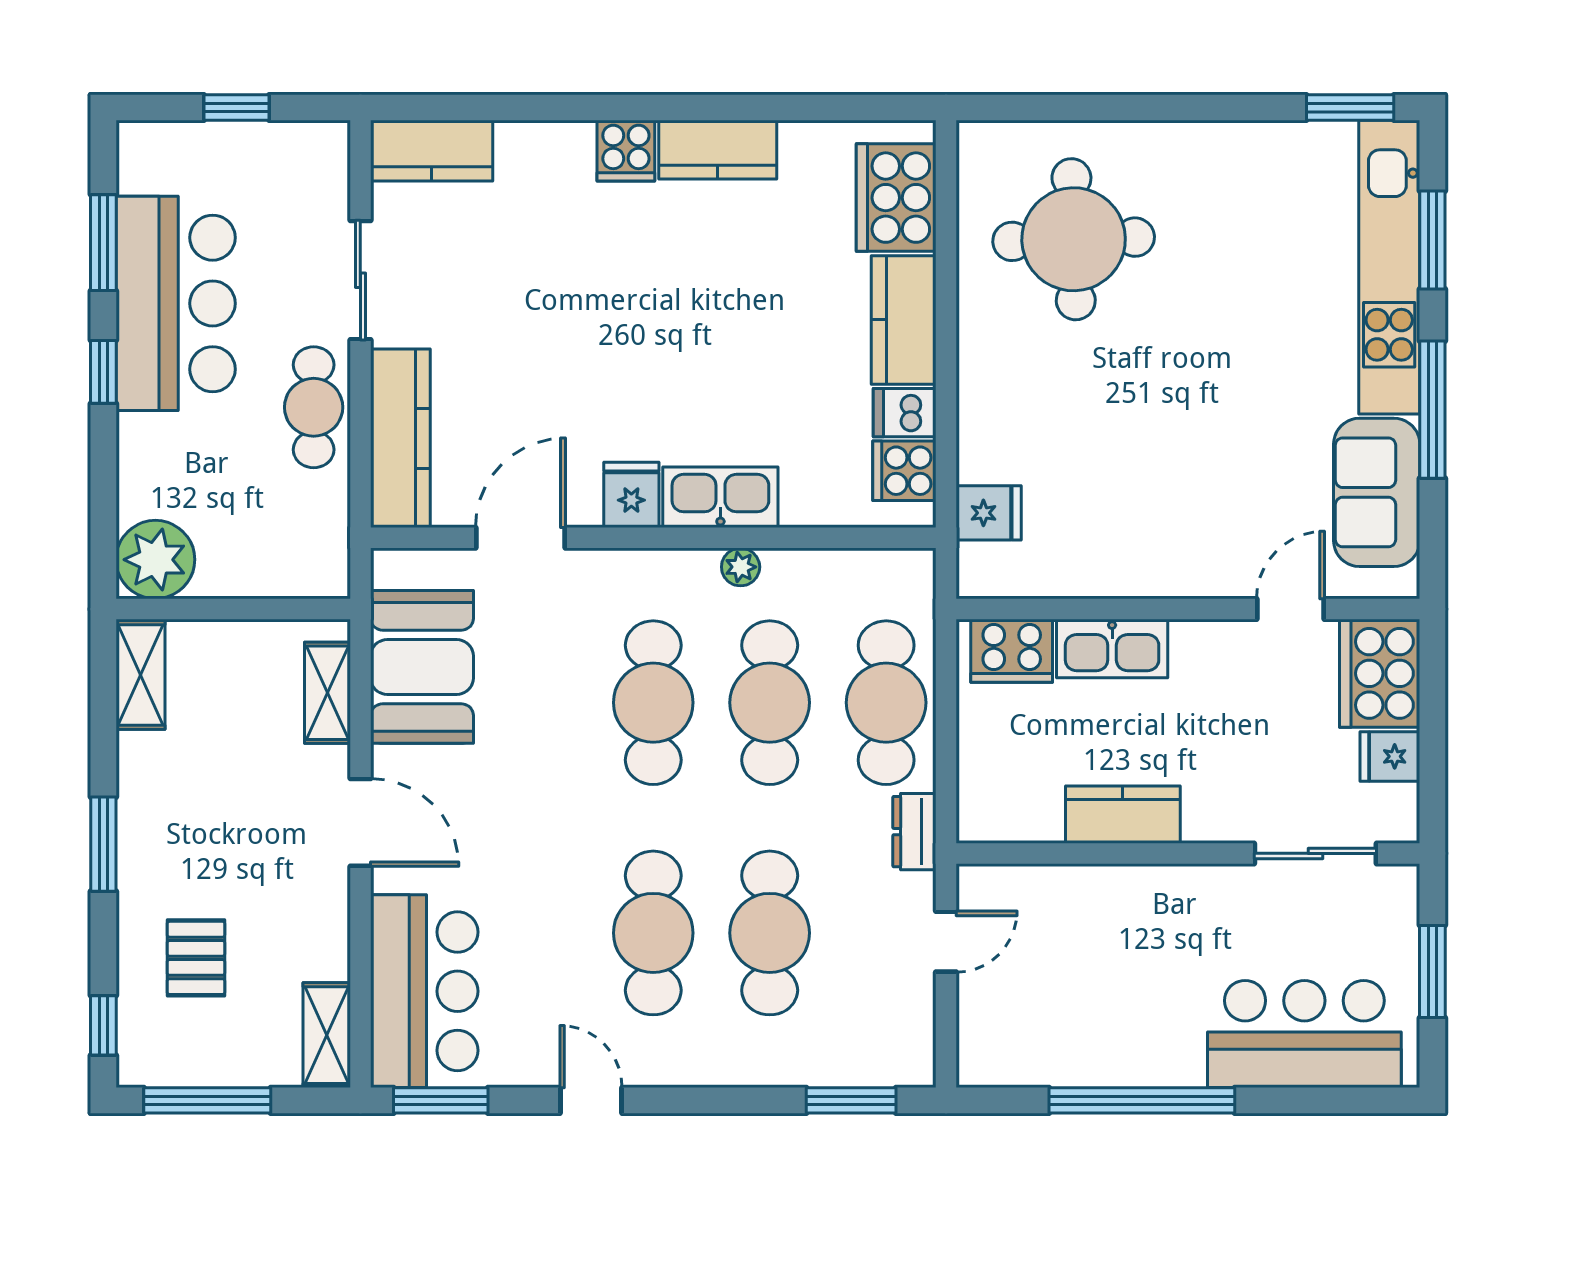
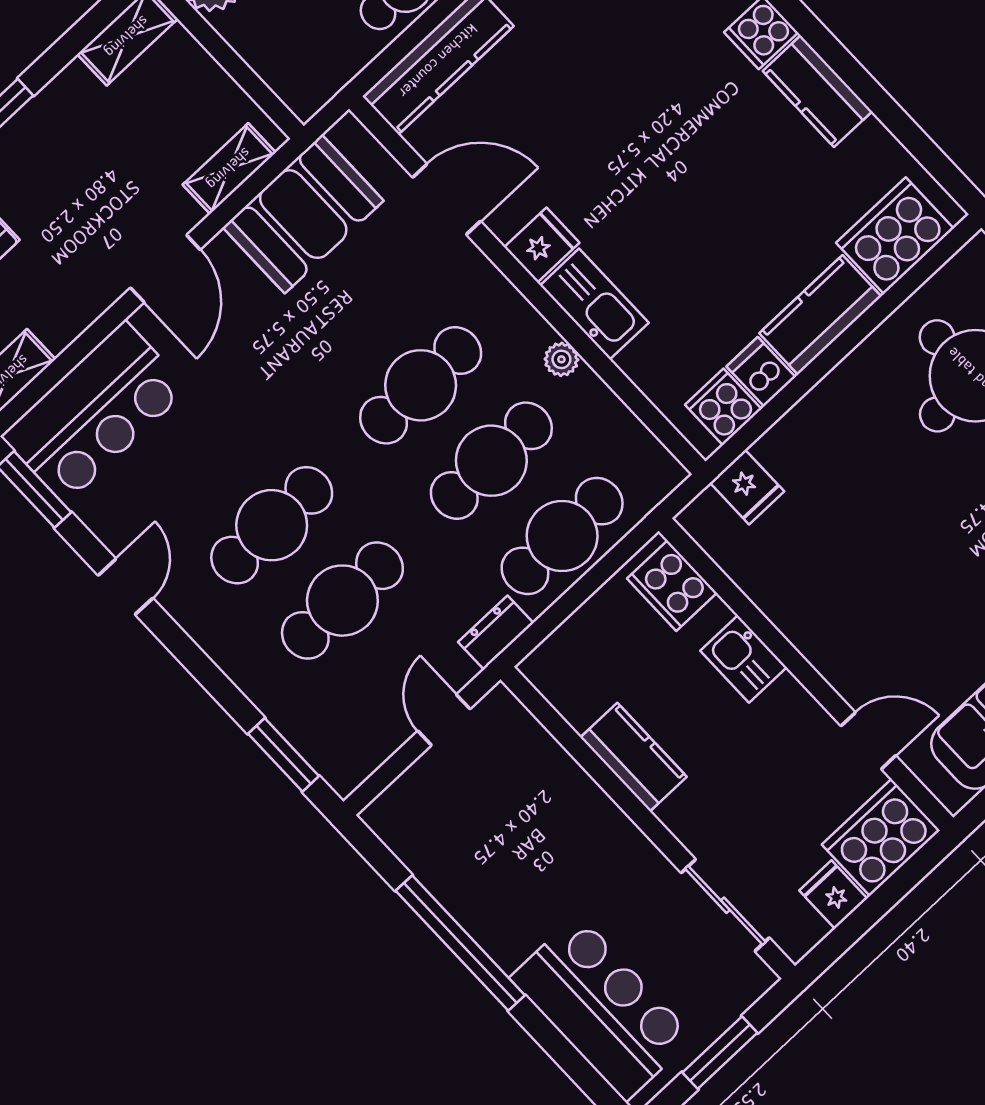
kitchen sink: (1112, 649) -> (744, 659), width x0.73
door: (946, 942) -> (444, 720), swing flipped

